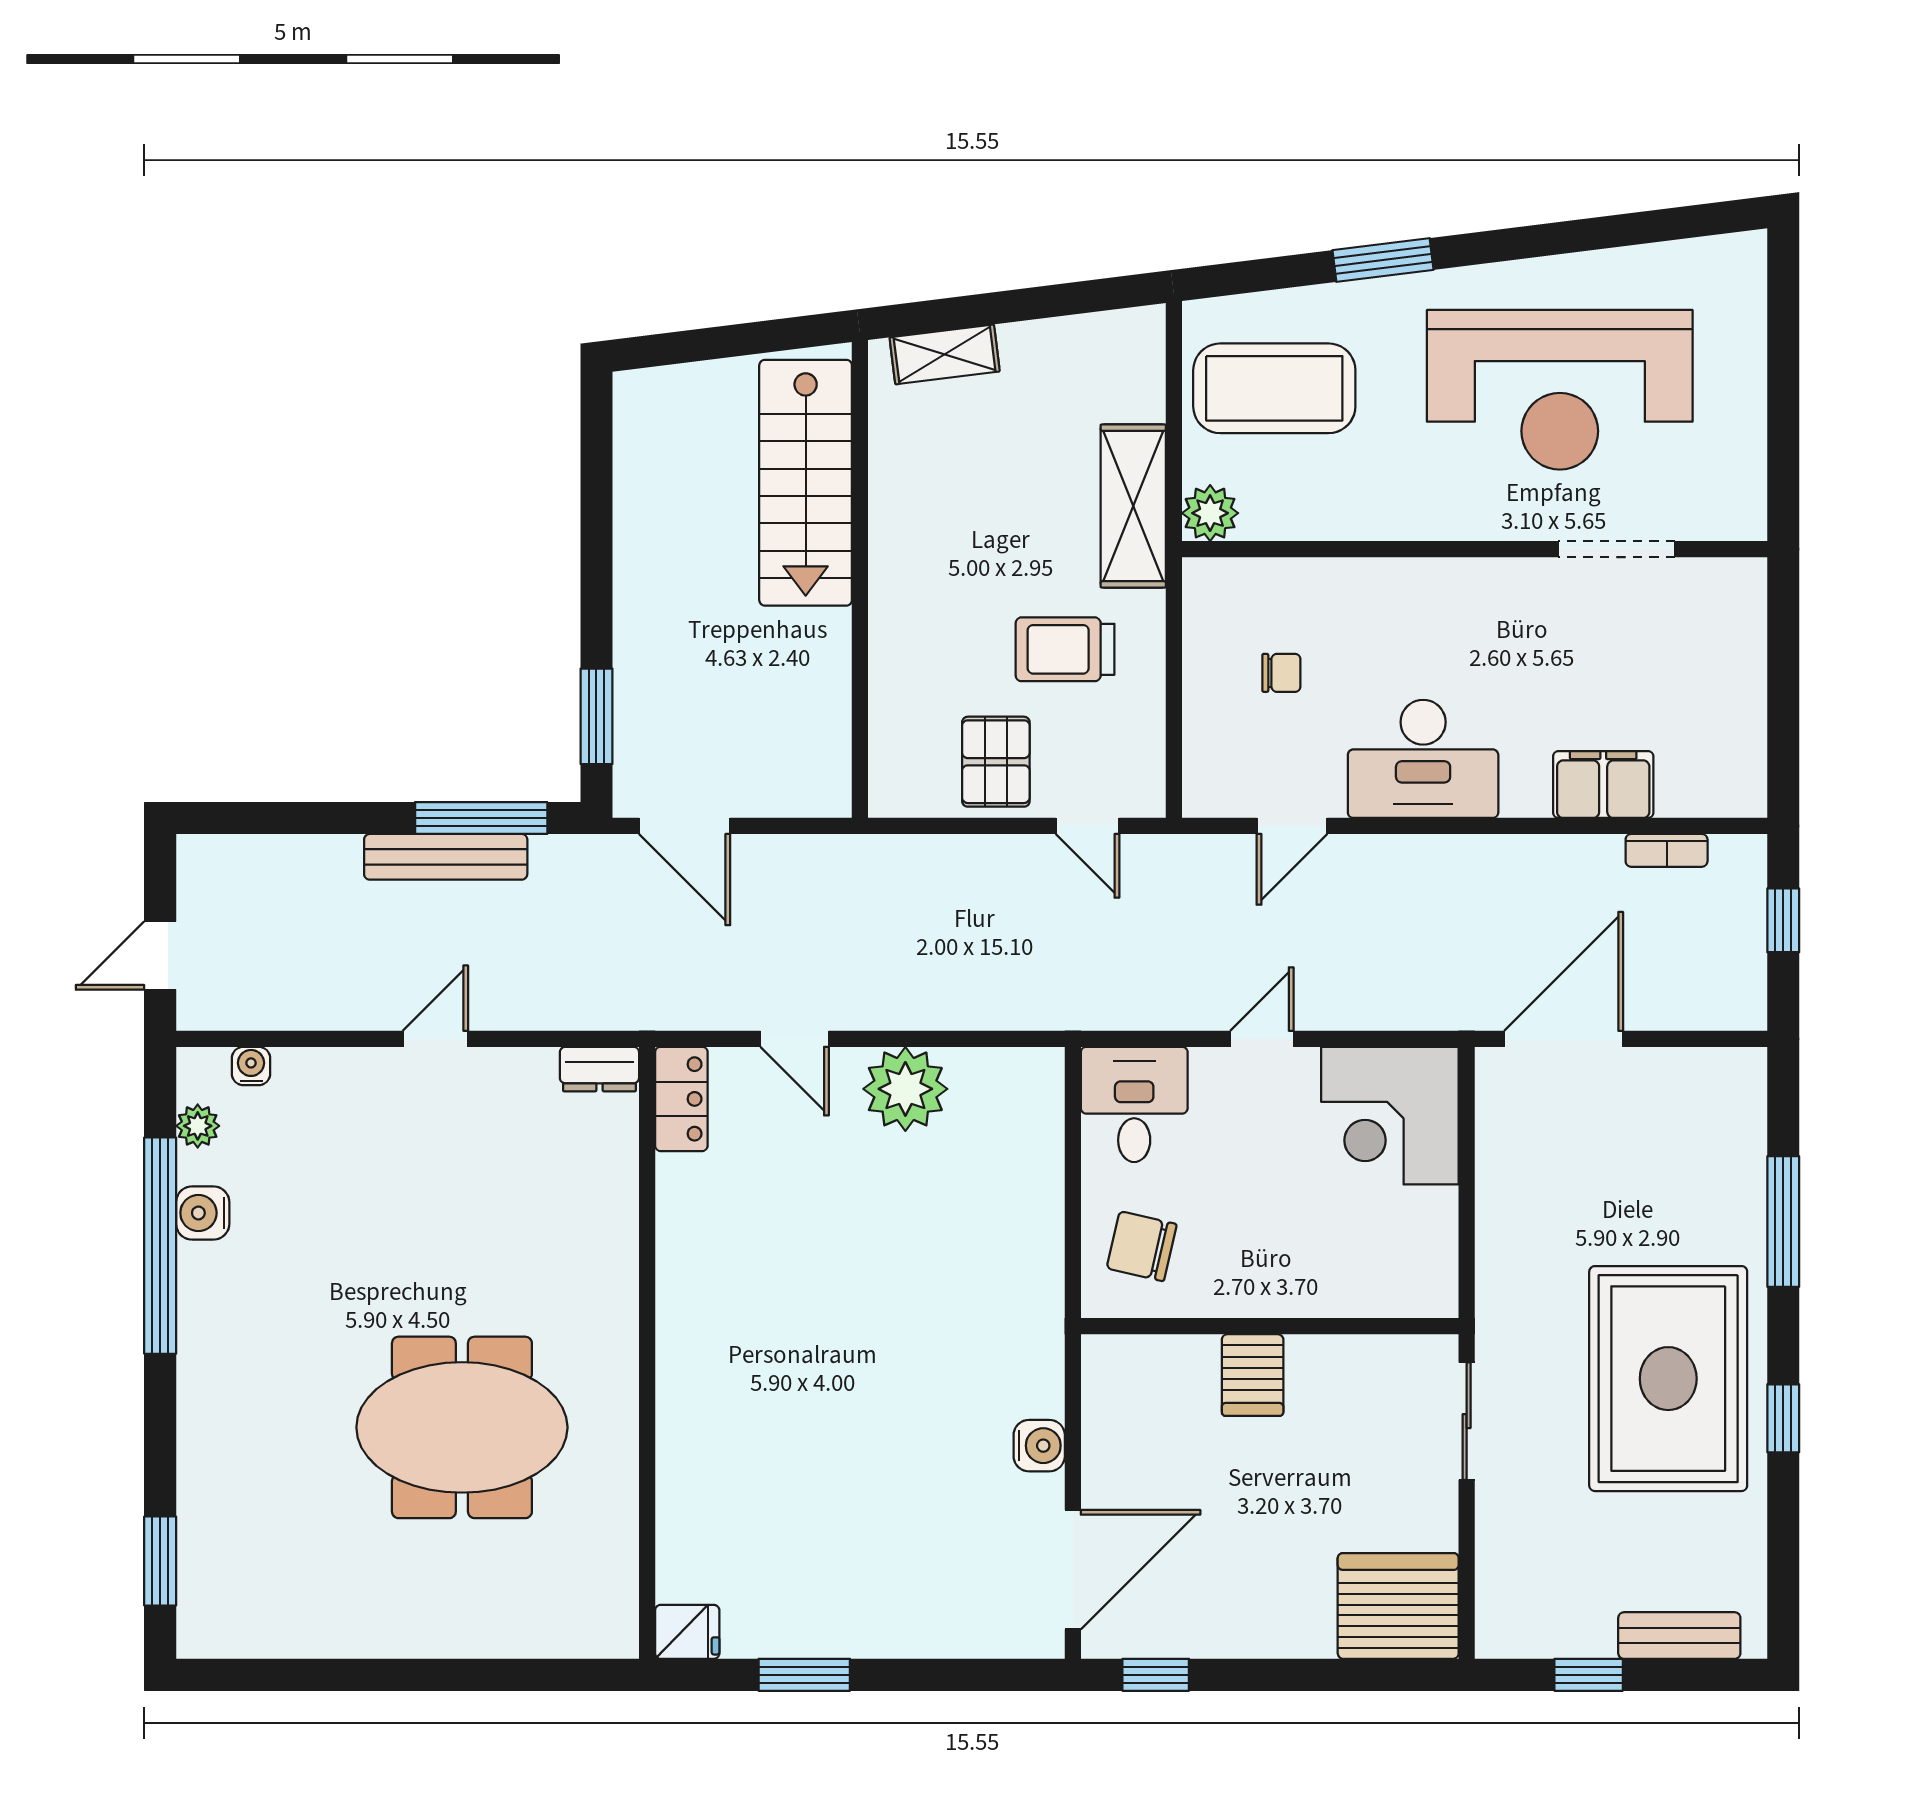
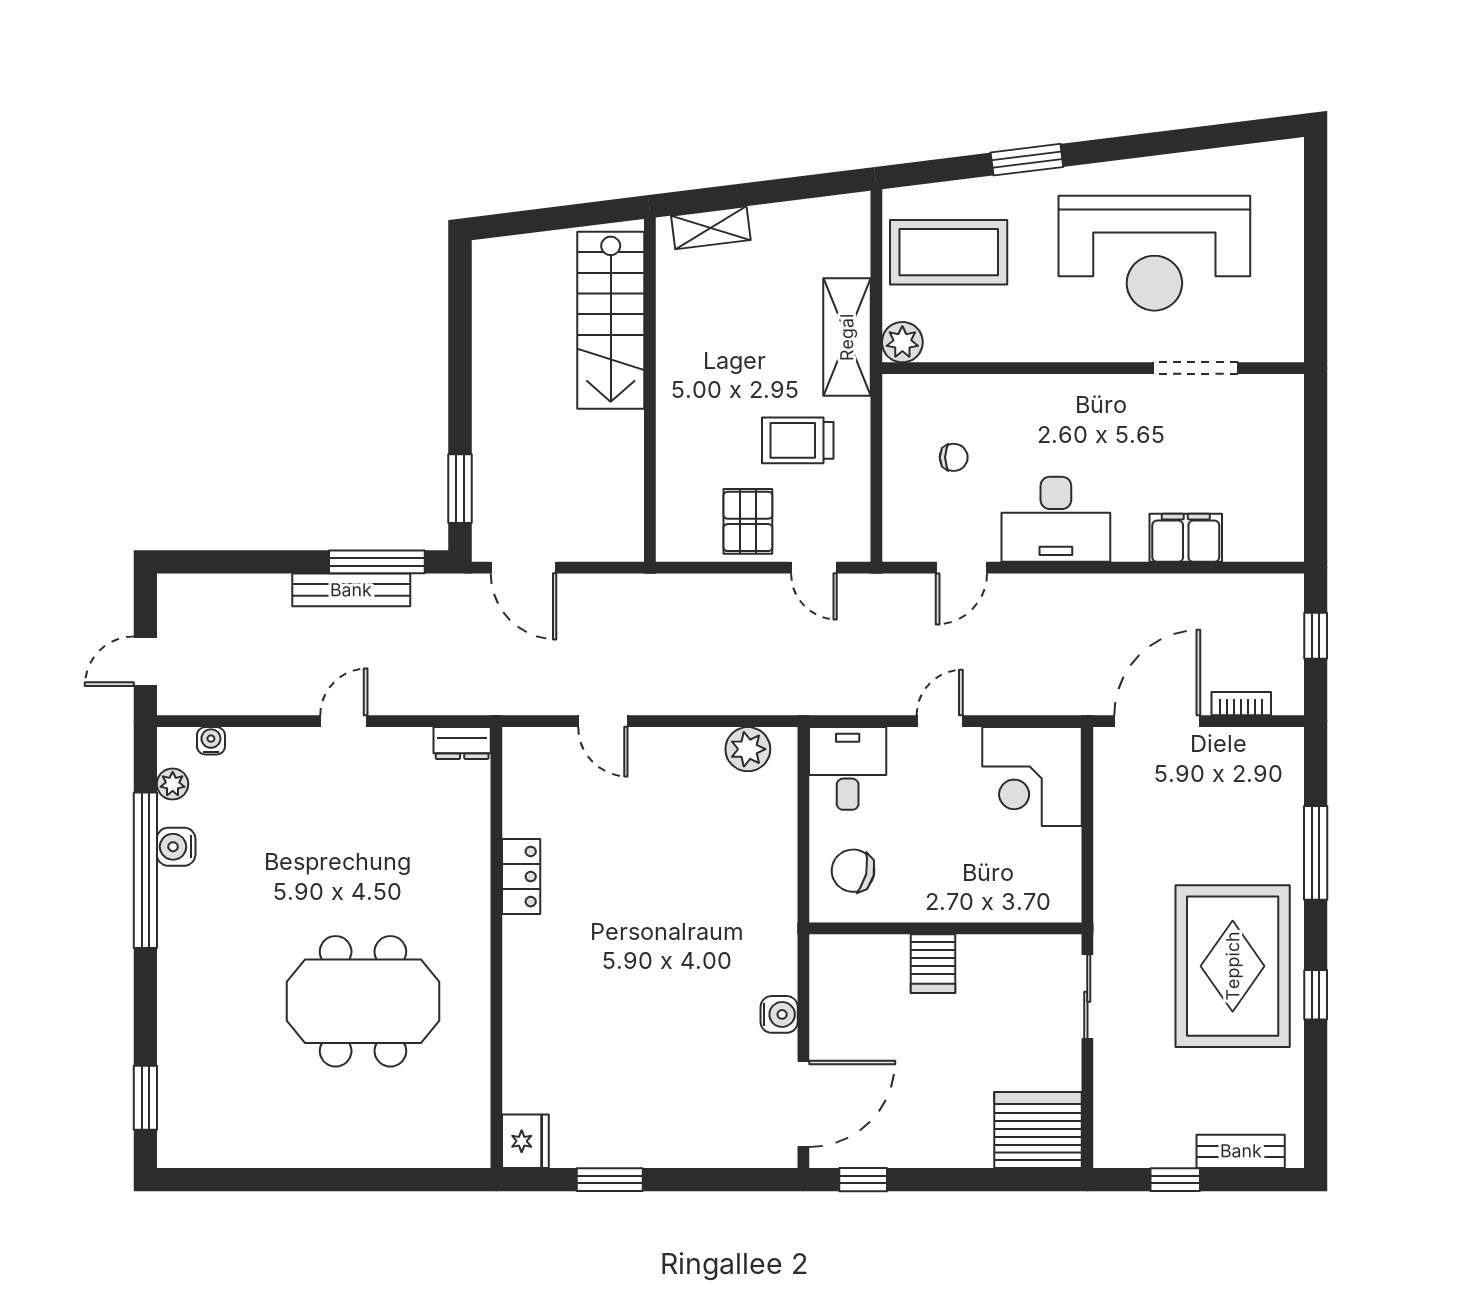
bookcase: (1667, 850) -> (1241, 704), moved, turned 180
plant: (905, 1089) -> (748, 749), moved, width x0.73, depth x0.73
locker: (681, 1099) -> (521, 877), moved
fridge: (687, 1632) -> (525, 1141), width x1.38

